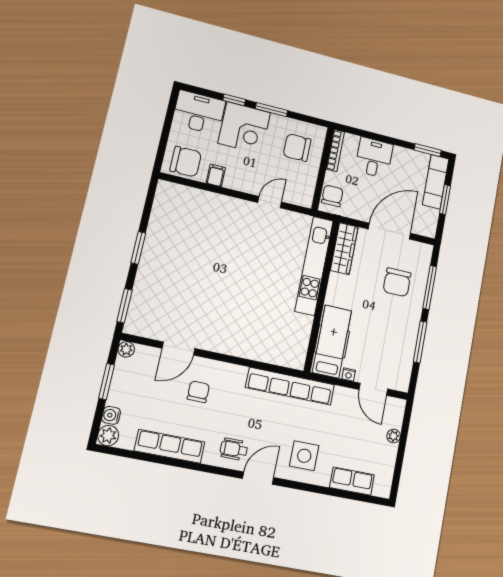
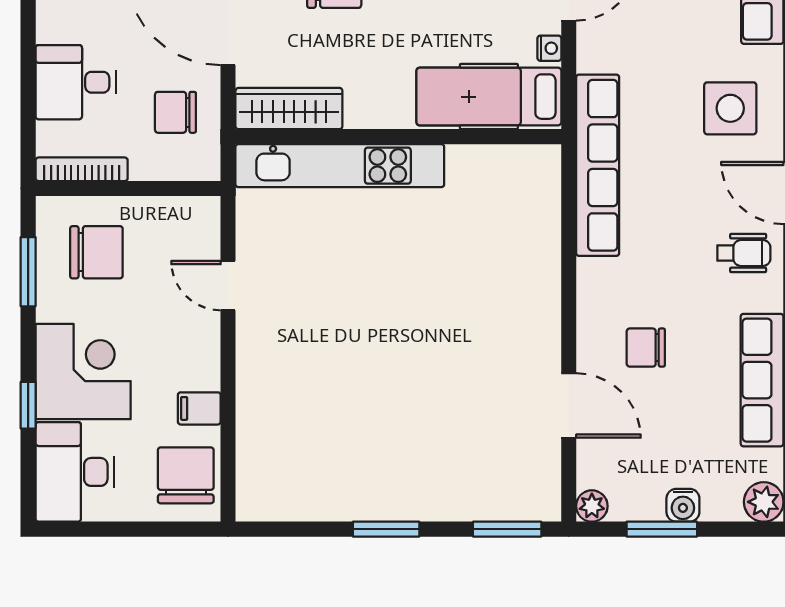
window: (272, 110) -> (28, 272), moved
chair: (297, 148) -> (96, 252), turned -90
chair: (332, 196) -> (175, 112), moved
water cooler: (111, 415) -> (683, 505), moved
wheelchair: (234, 449) -> (744, 253), turned -90

